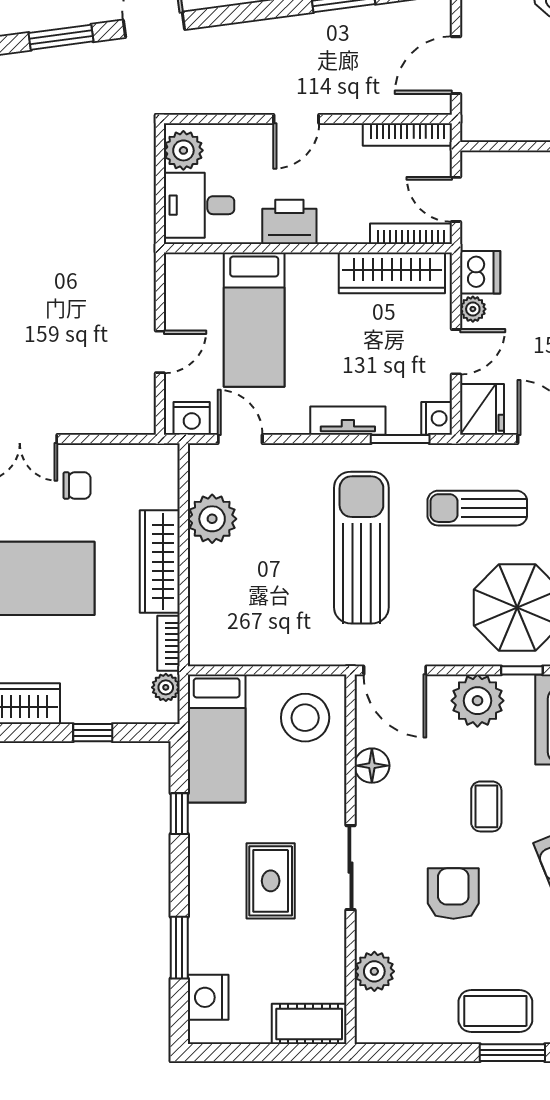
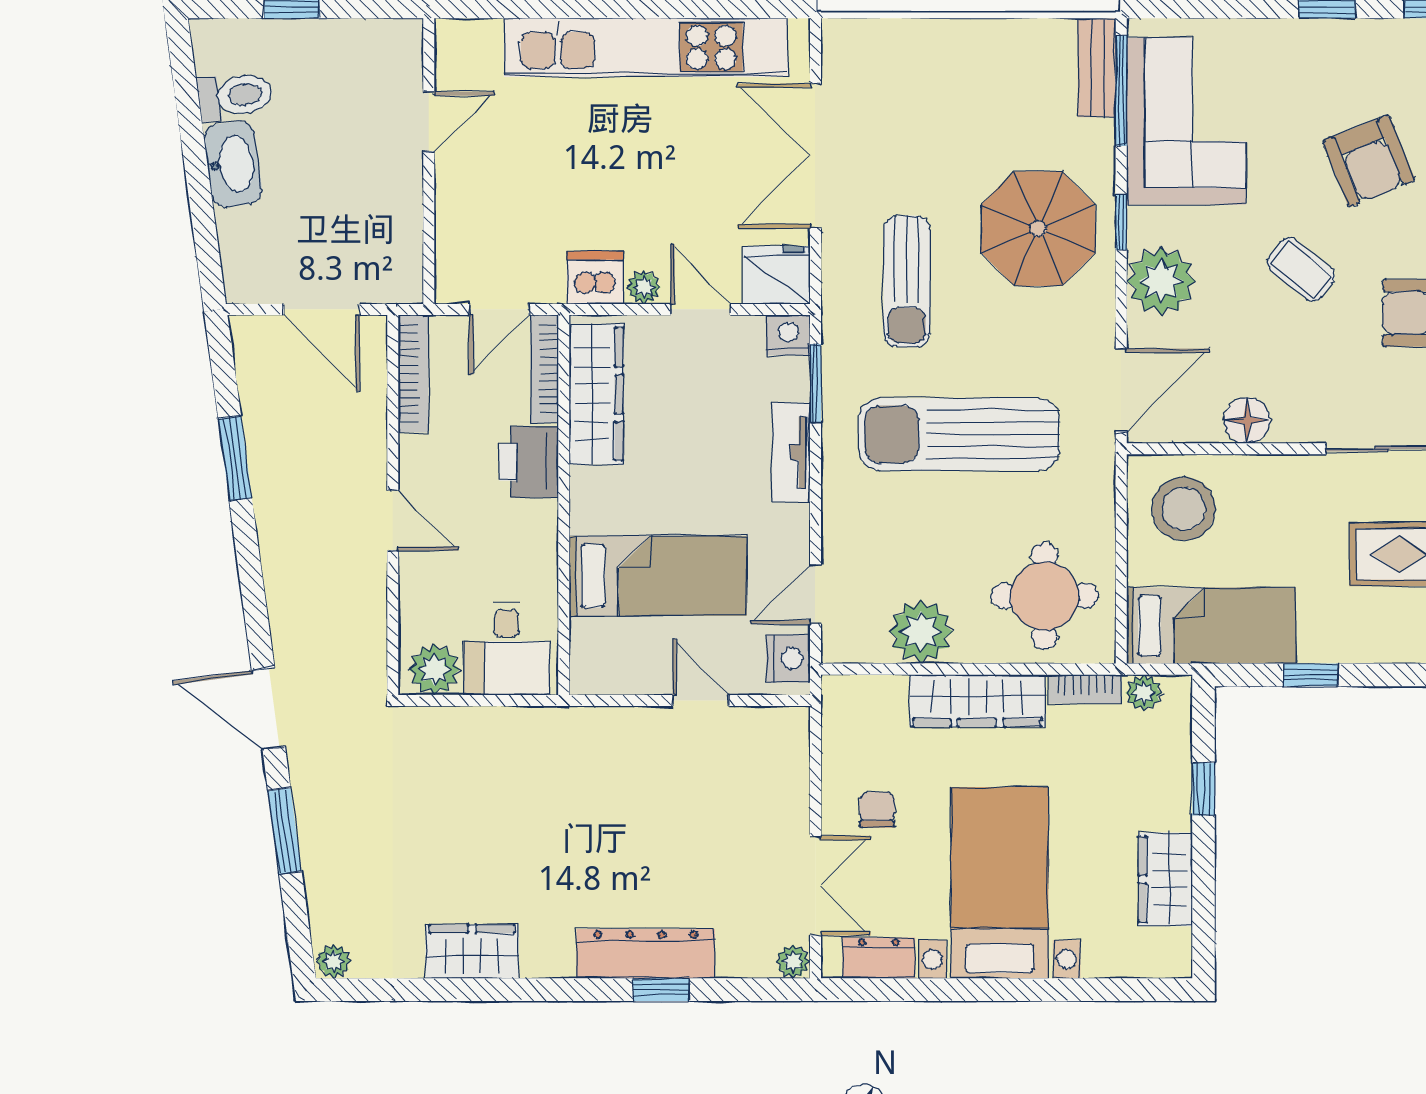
printer: (289, 222) -> (529, 462), moved
round table: (239, 612) -> (1045, 596), added
coffee table: (486, 806) -> (1301, 269), turned 39

